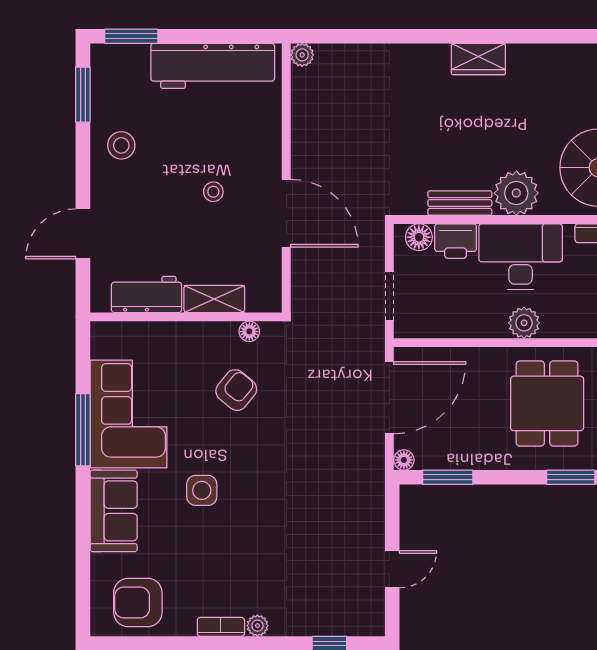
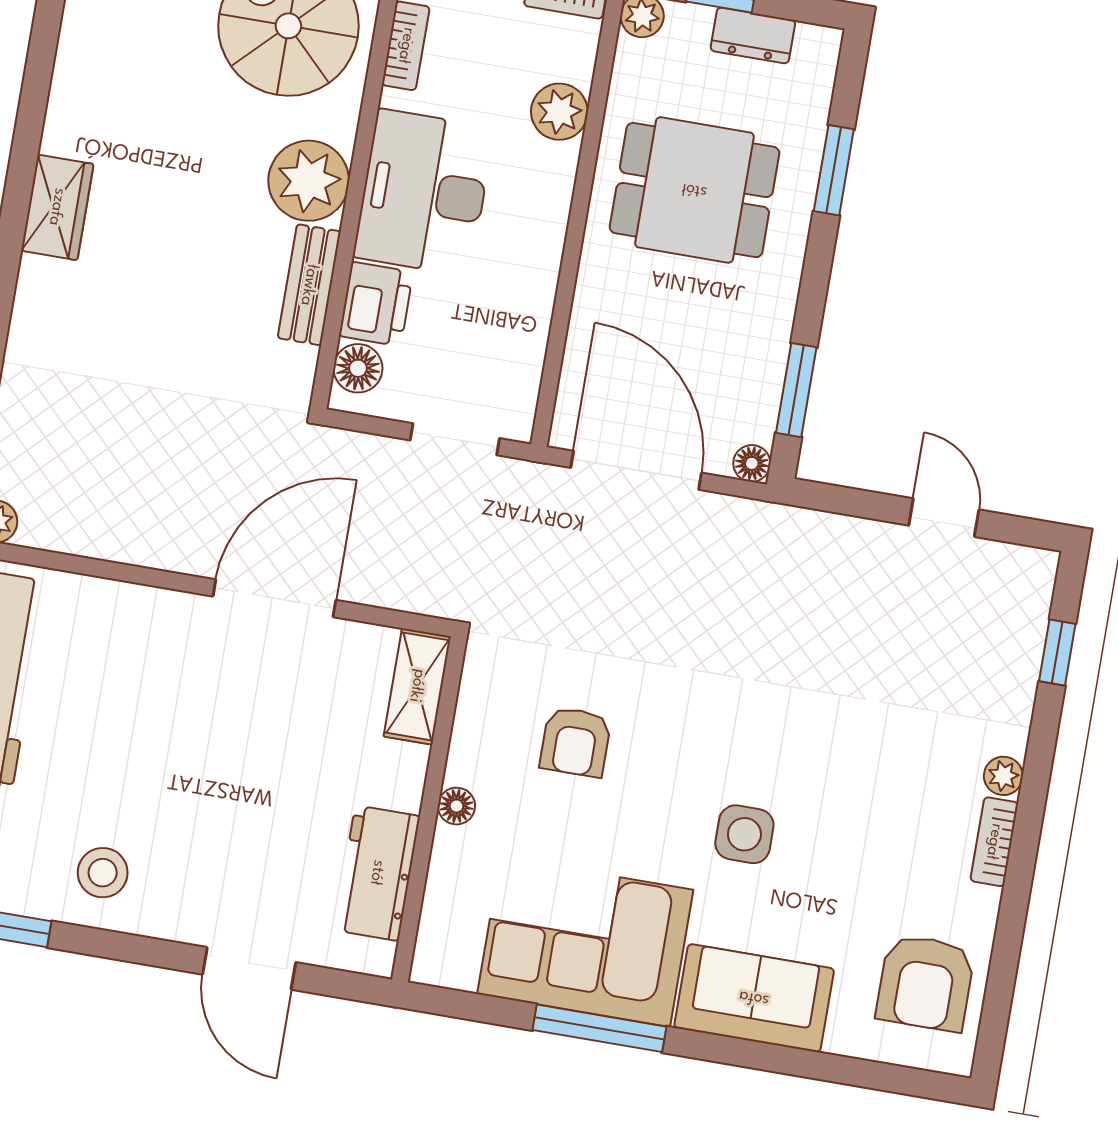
stool: (213, 192) -> (214, 722), removed
shelving: (214, 299) -> (417, 686), moved
plant: (524, 323) -> (559, 112), moved
floor lamp: (249, 331) -> (456, 806), moved
armchair: (236, 390) -> (575, 742), turned -129

